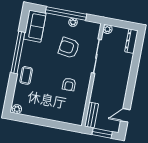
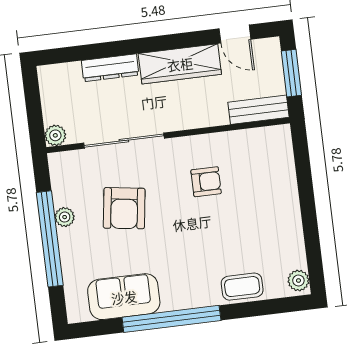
sofa: (35, 26) -> (124, 297), moved
dresser: (131, 41) -> (110, 68), moved
coffee table: (26, 75) -> (242, 287), moved
wardrobe: (120, 89) -> (180, 64), added

